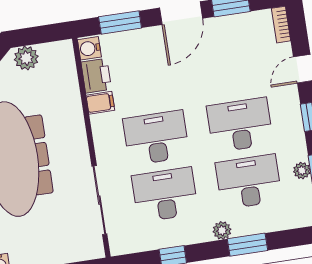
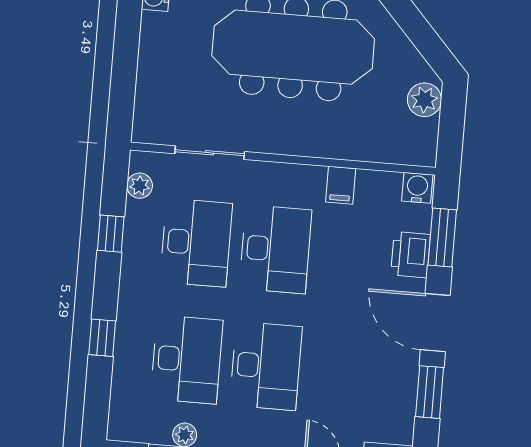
printer: (96, 76) -> (411, 255), moved, turned 90
sliding door: (99, 200) -> (210, 153), width x0.73
plant: (222, 230) -> (140, 186), moved
window: (247, 245) -> (102, 338), width x0.67

